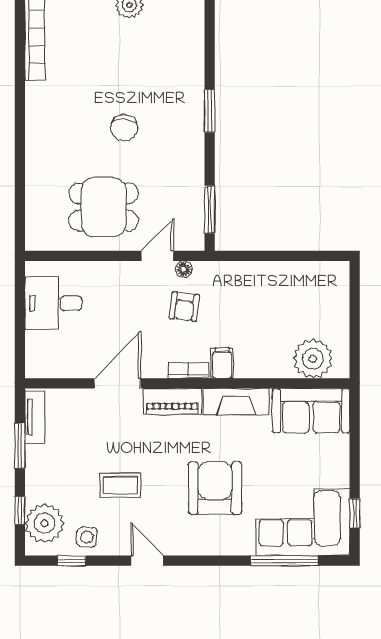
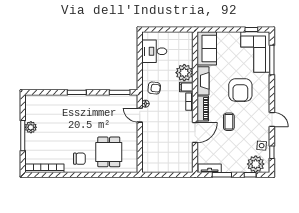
chair: (124, 128) -> (79, 159), moved
dining table: (104, 207) -> (109, 152), moved
desk: (53, 303) -> (154, 51), moved, turned 90
armchair: (184, 307) -> (154, 88), moved
plant: (313, 359) -> (184, 73), moved
door: (117, 383) -> (195, 132), swing flipped
coffee table: (120, 485) -> (229, 122), moved
armchair: (215, 488) -> (240, 90), turned -90
door: (147, 561) -> (272, 120), swing flipped

